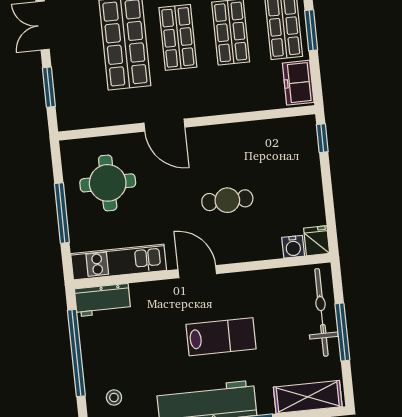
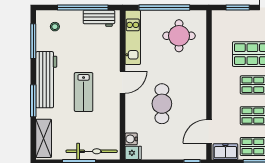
door: (164, 125) -> (209, 131), moved
cafe table: (227, 200) -> (162, 104), width x1.37, depth x1.35
window: (62, 213) -> (164, 8), width x1.46
workbench: (103, 300) -> (99, 18), moved, turned -90

